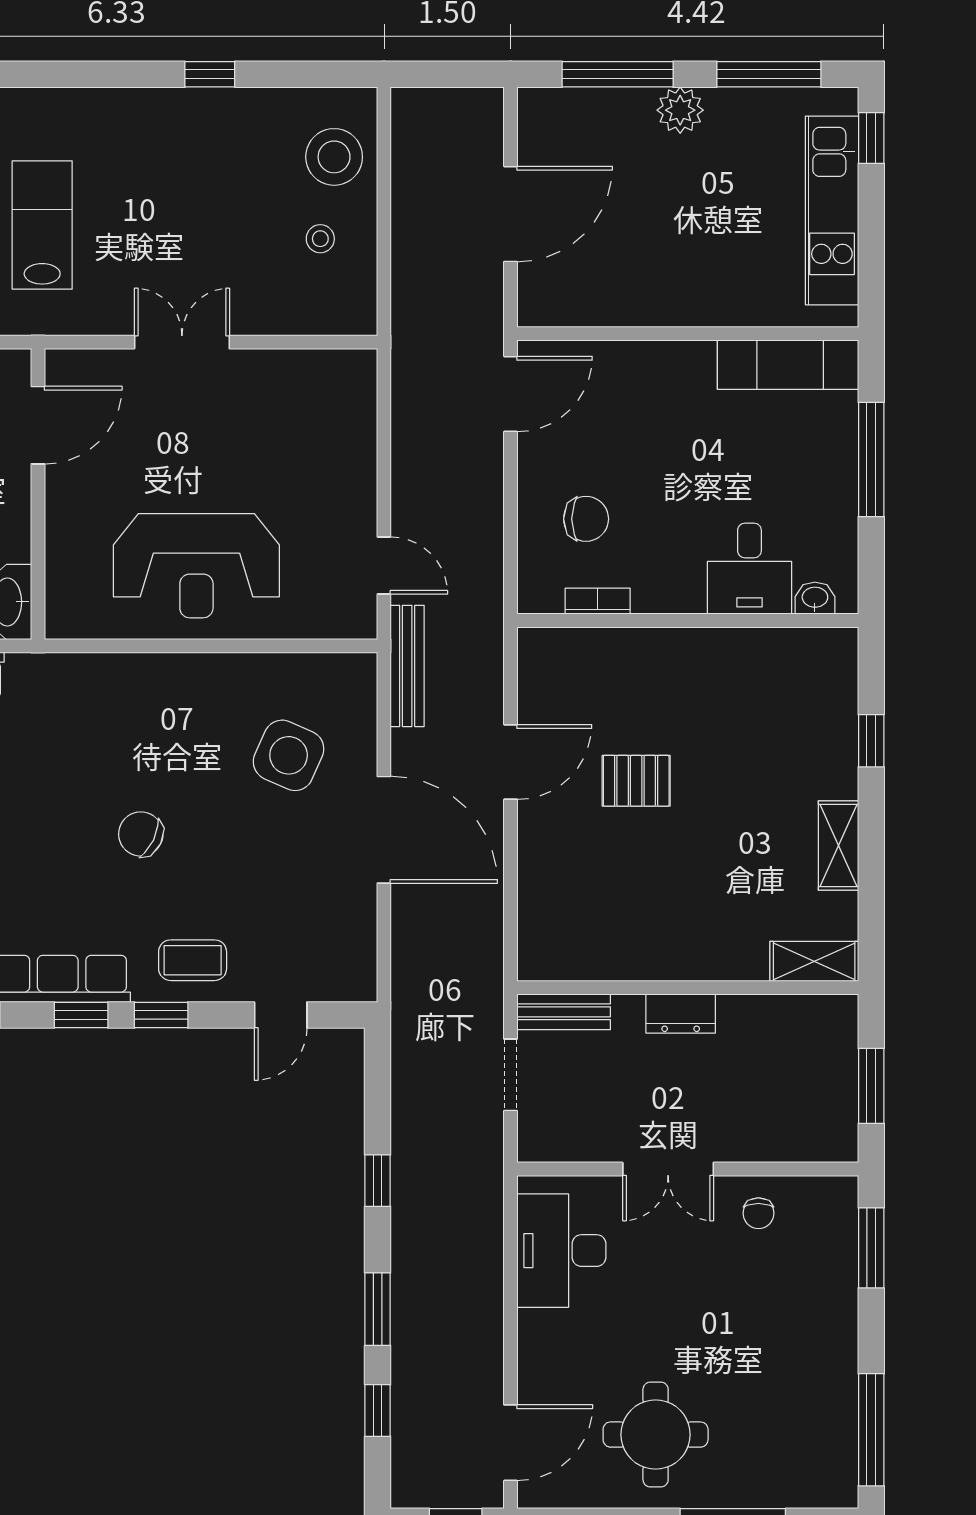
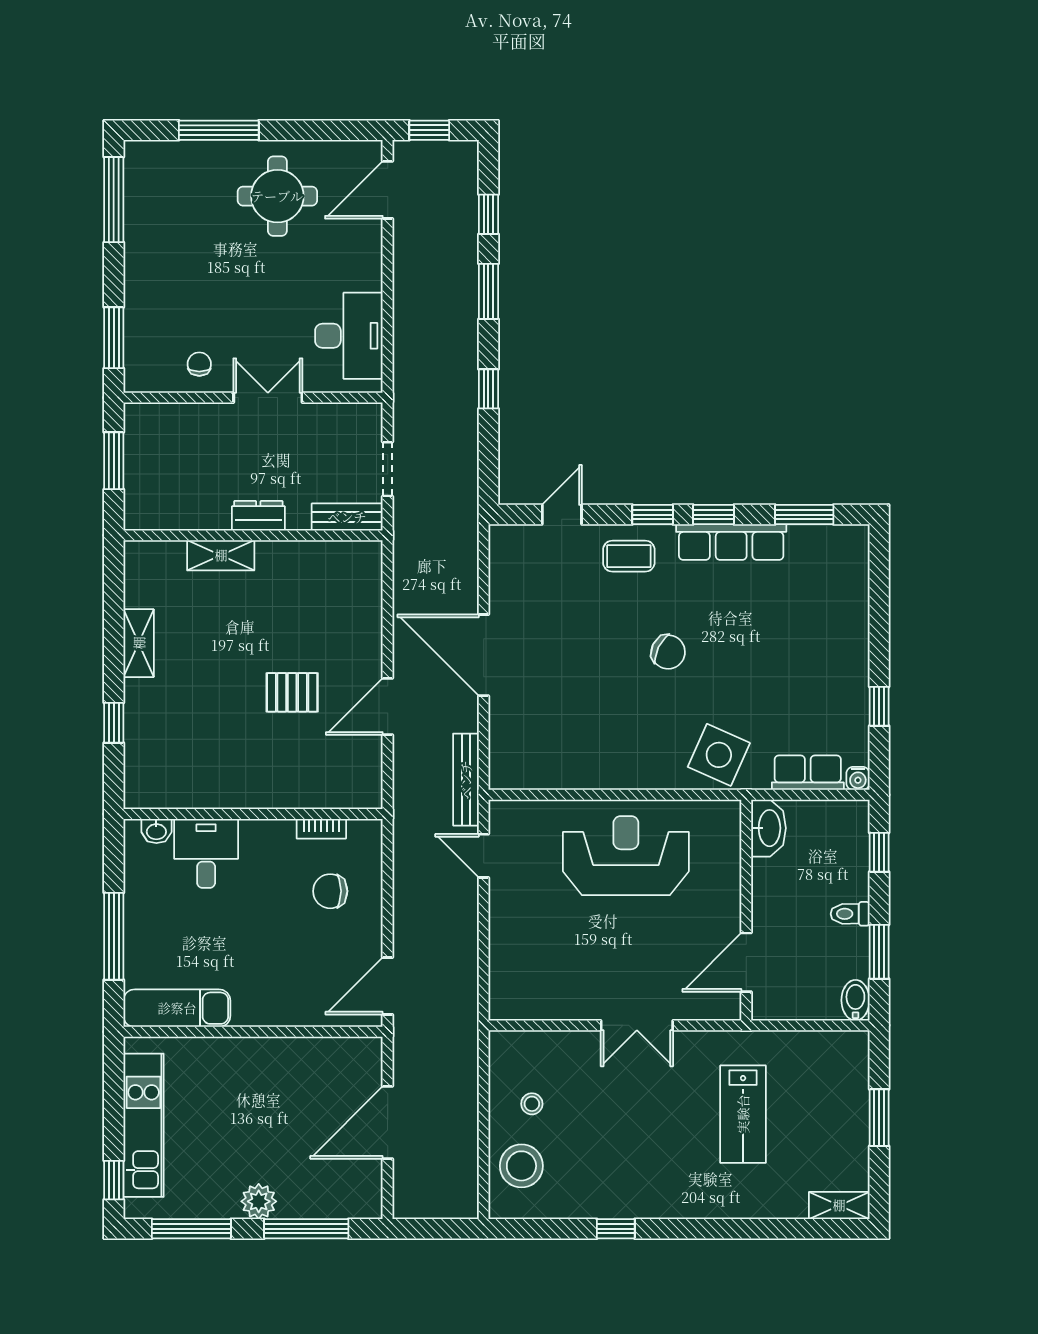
side table: (289, 755) -> (719, 755), moved
shelving: (814, 961) -> (221, 555), moved

